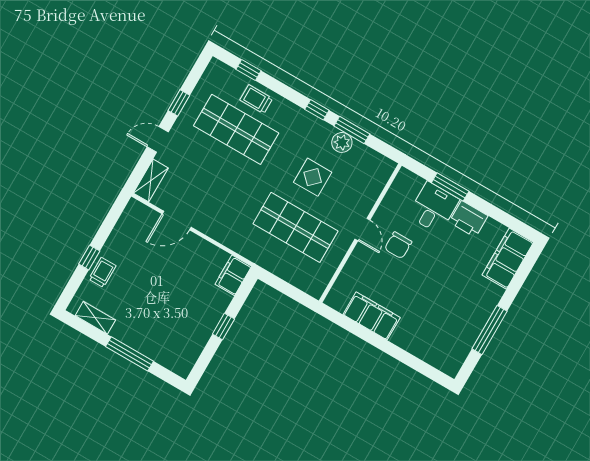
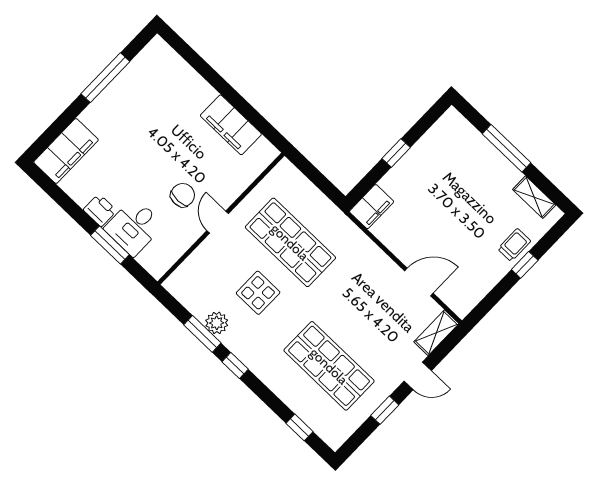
trolley: (256, 99) -> (299, 393), removed
printer: (468, 219) -> (100, 210), width x0.73, depth x0.81
trolley: (102, 272) -> (514, 245), turned 180

